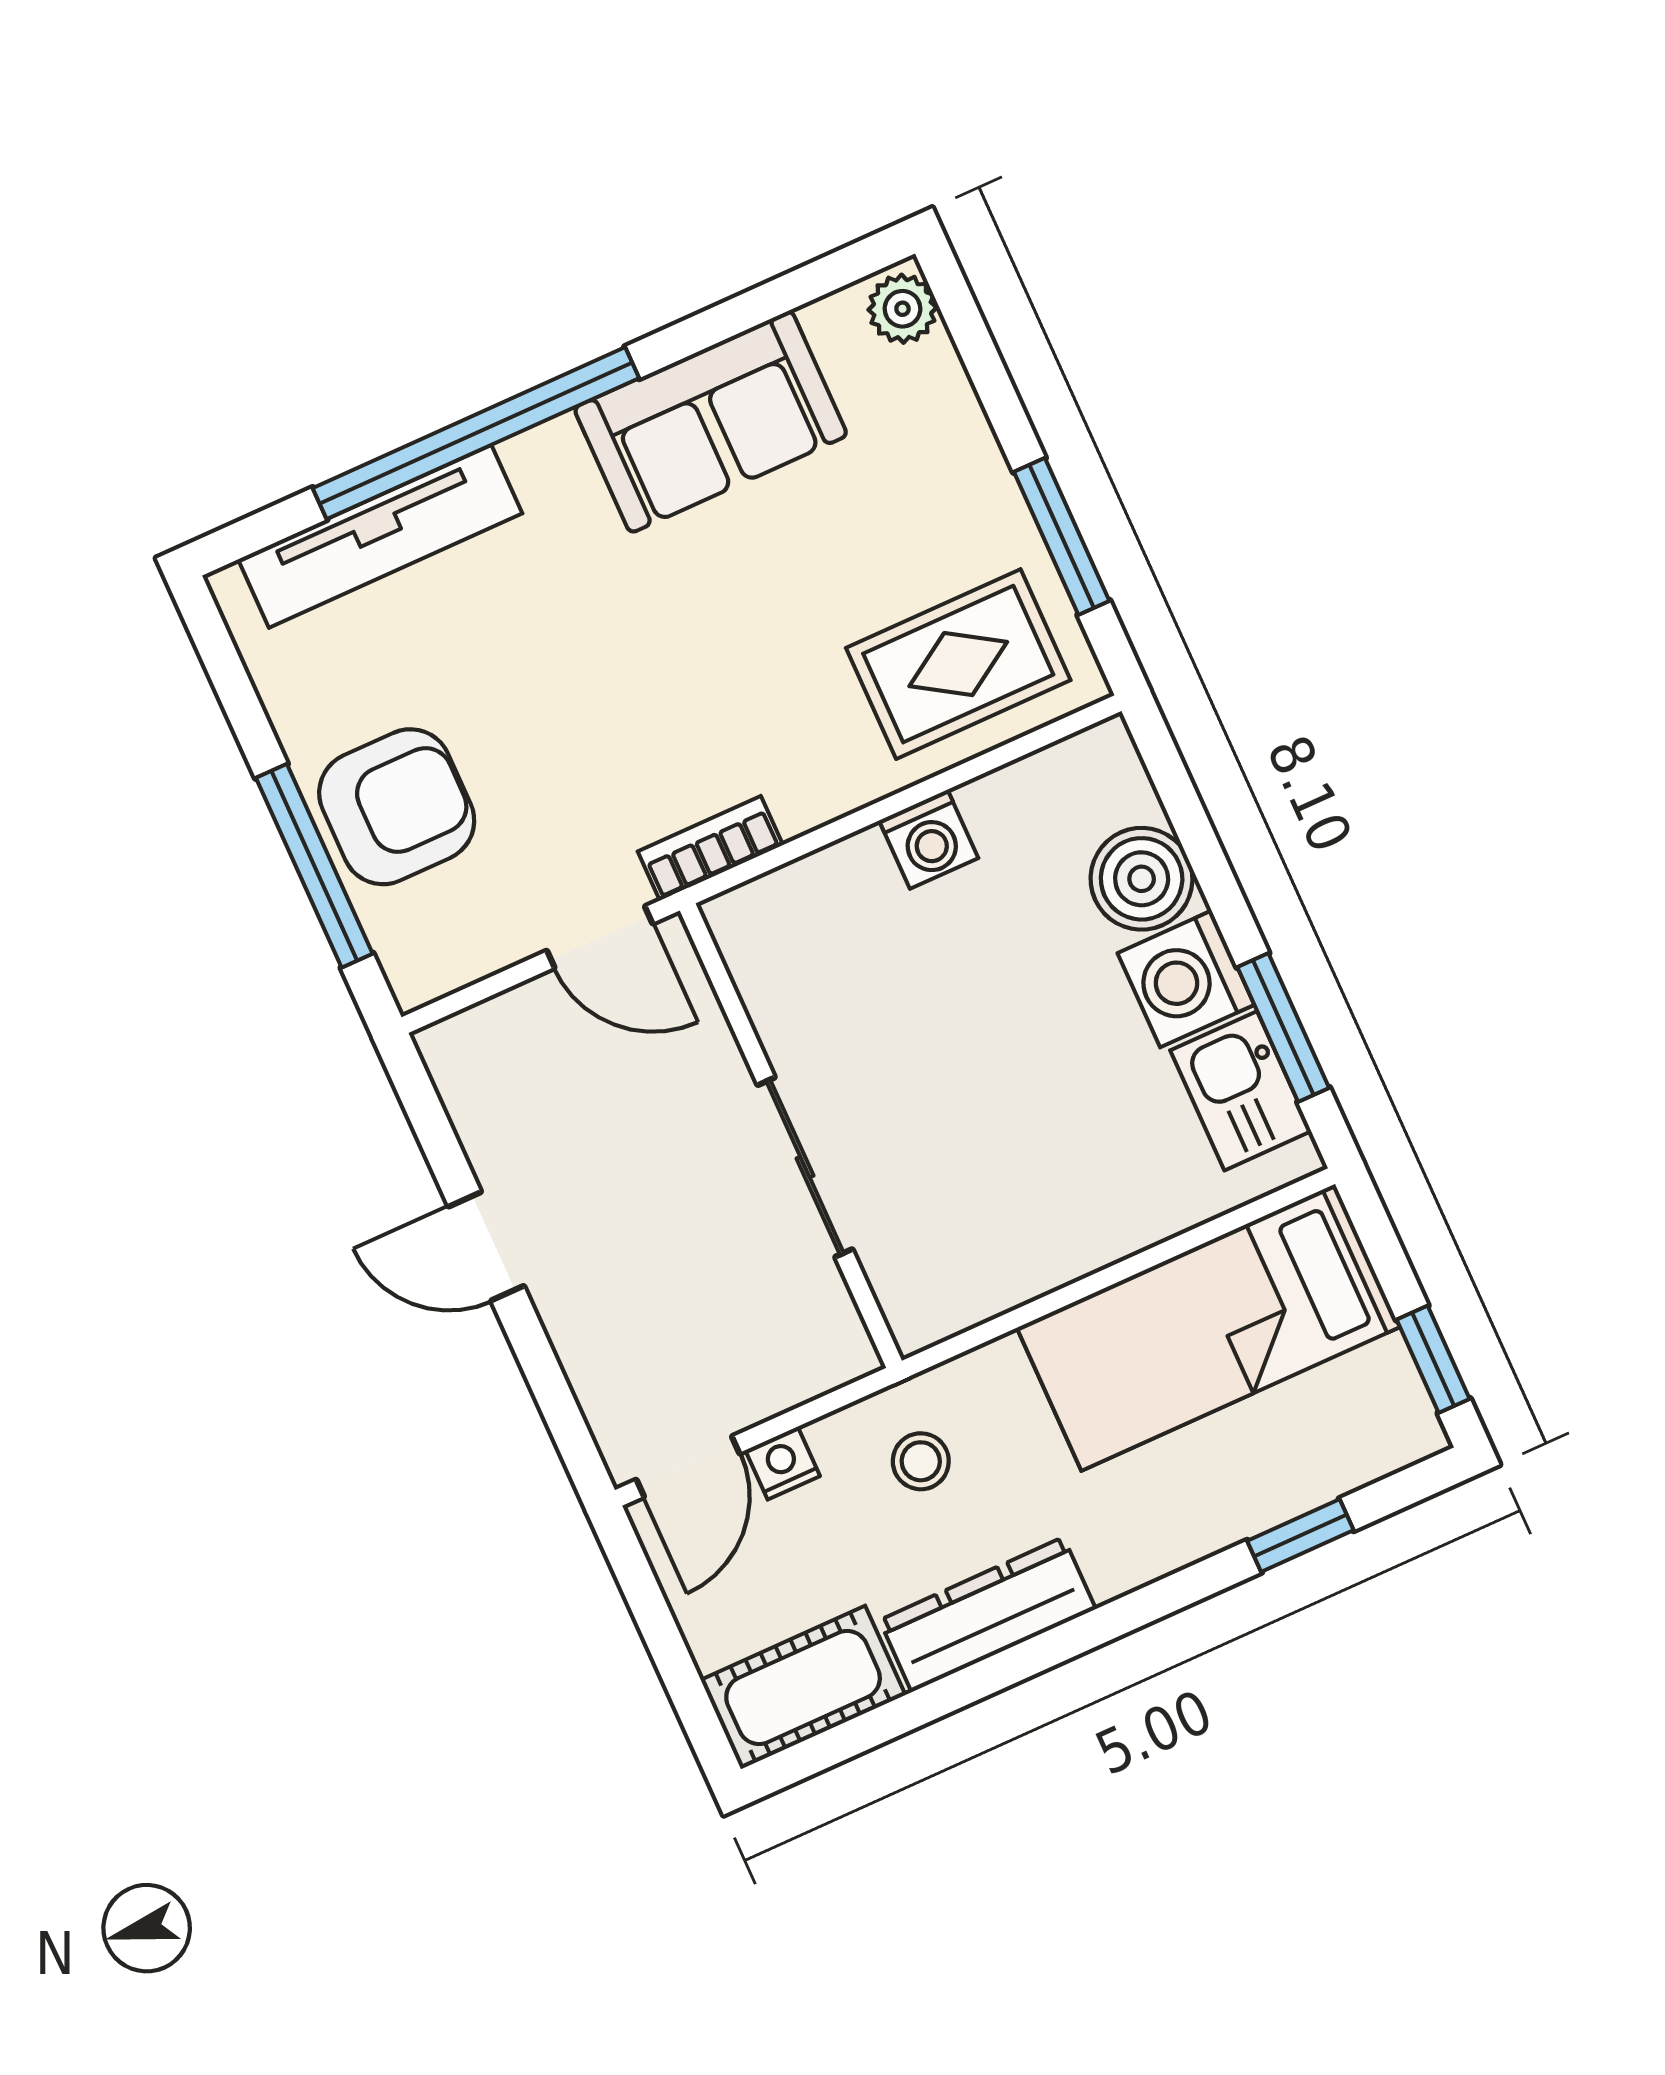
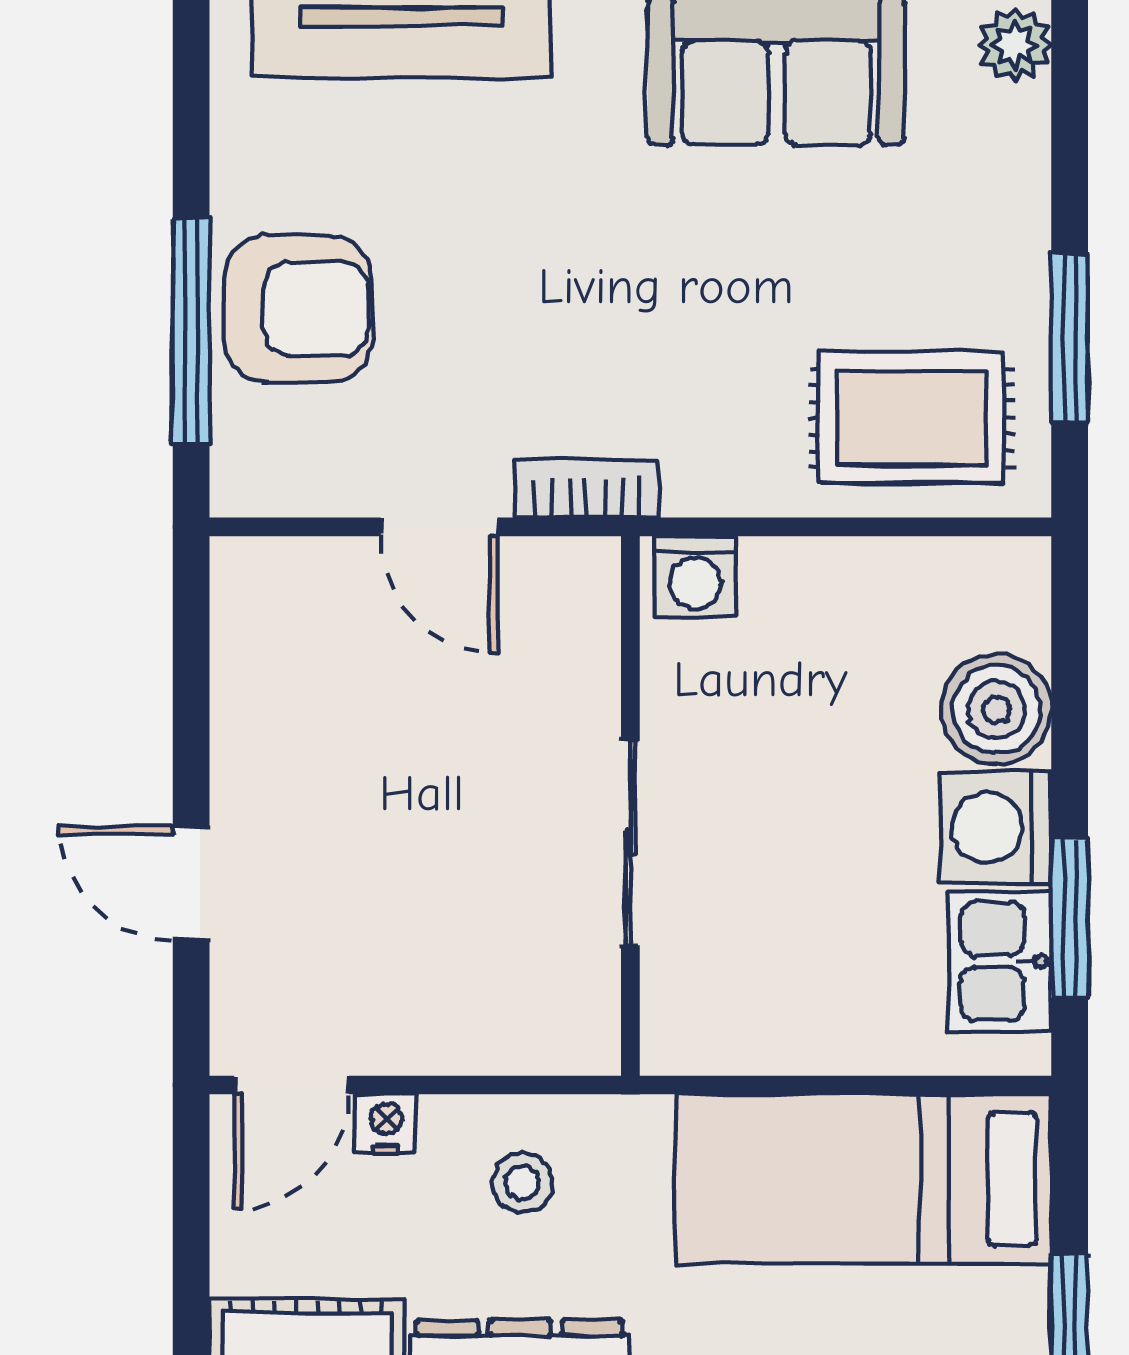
washing machine: (929, 839) -> (695, 576), moved
wall: (791, 1136) -> (630, 806), moved
sliding door: (805, 1167) -> (630, 843), moved
door: (486, 1246) -> (191, 883), moved

